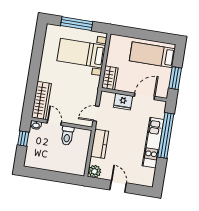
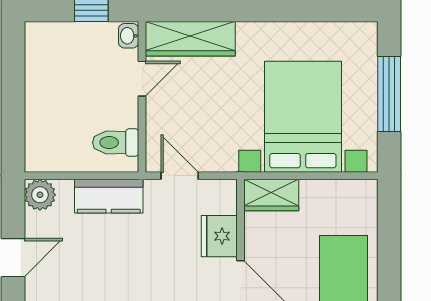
bed with nightstands: (81, 53) -> (303, 117), width x1.36
toilet: (67, 136) -> (116, 143), moved

